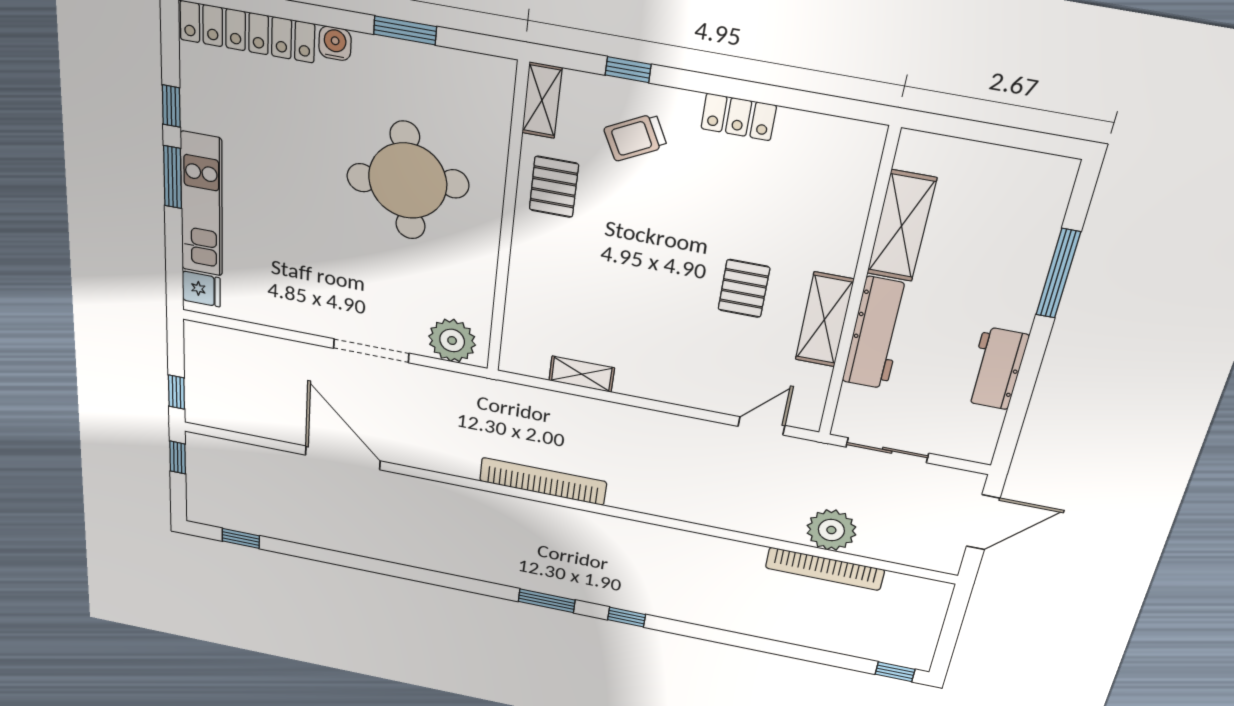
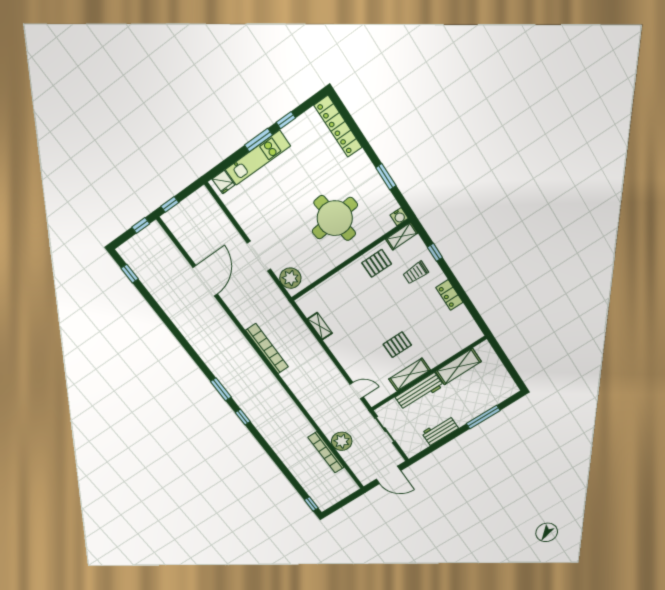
water cooler: (335, 43) -> (399, 217), moved, turned 90
trolley: (635, 137) -> (416, 273), turned -63

